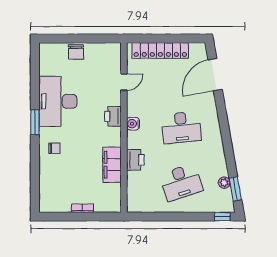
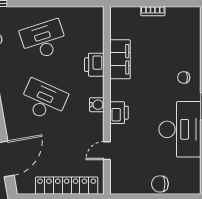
chair: (76, 52) -> (160, 184), turned -90
desk: (181, 128) -> (43, 100), turned 30

